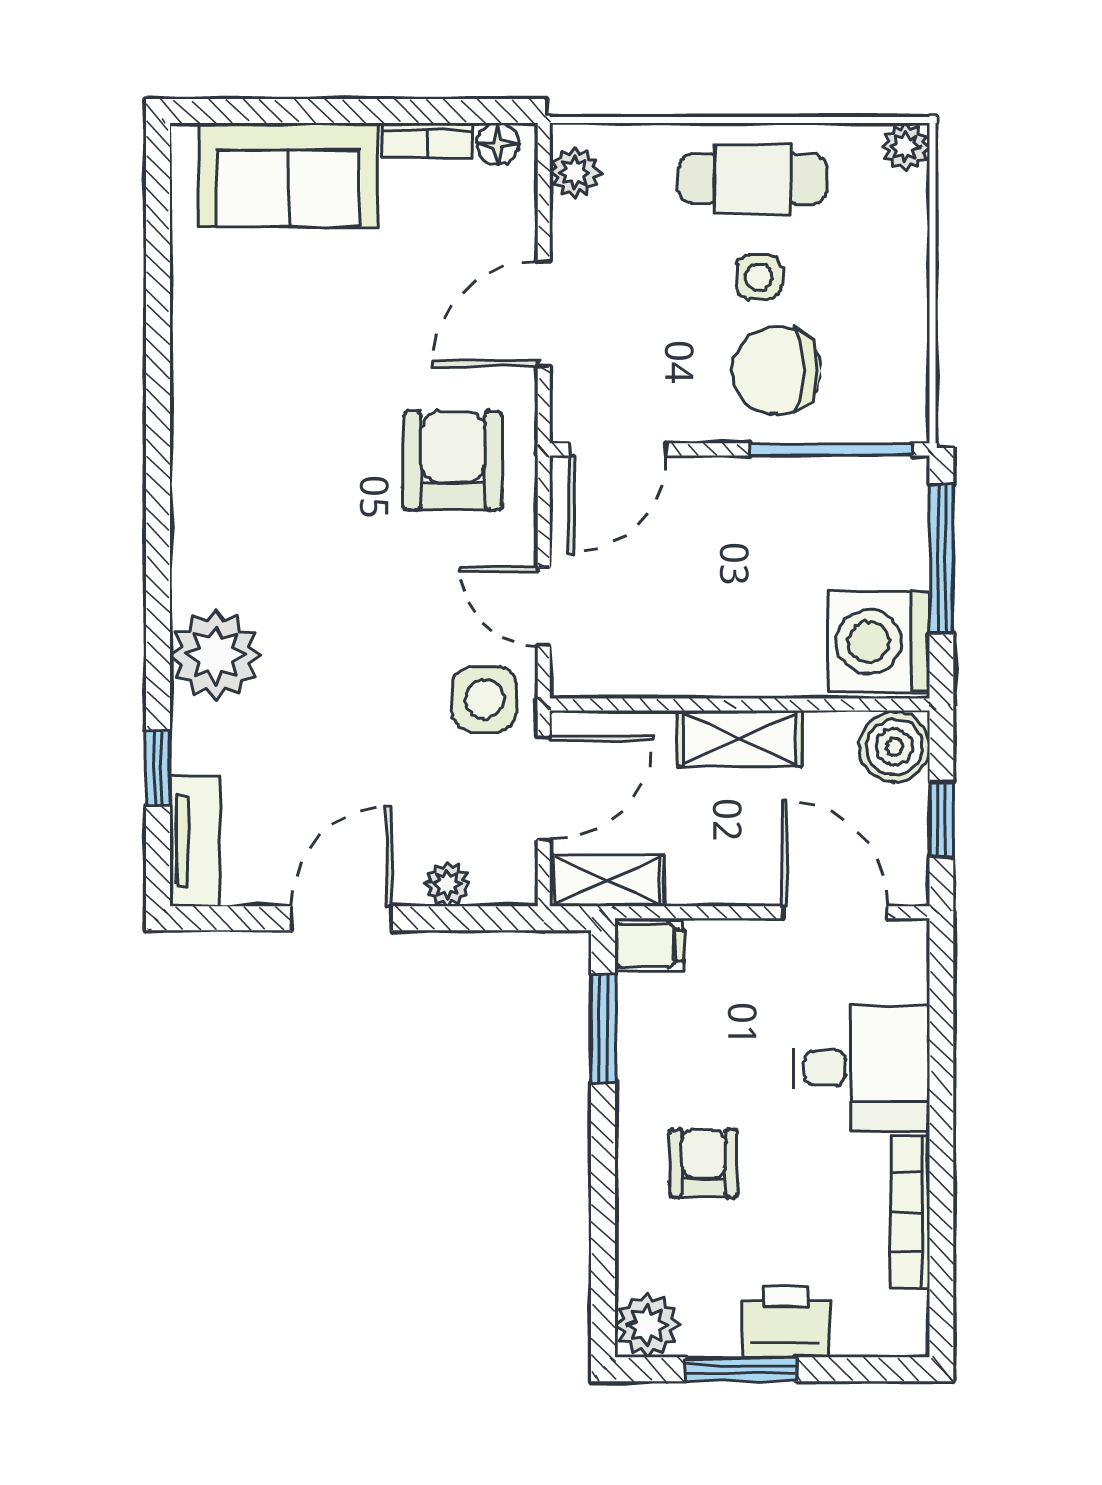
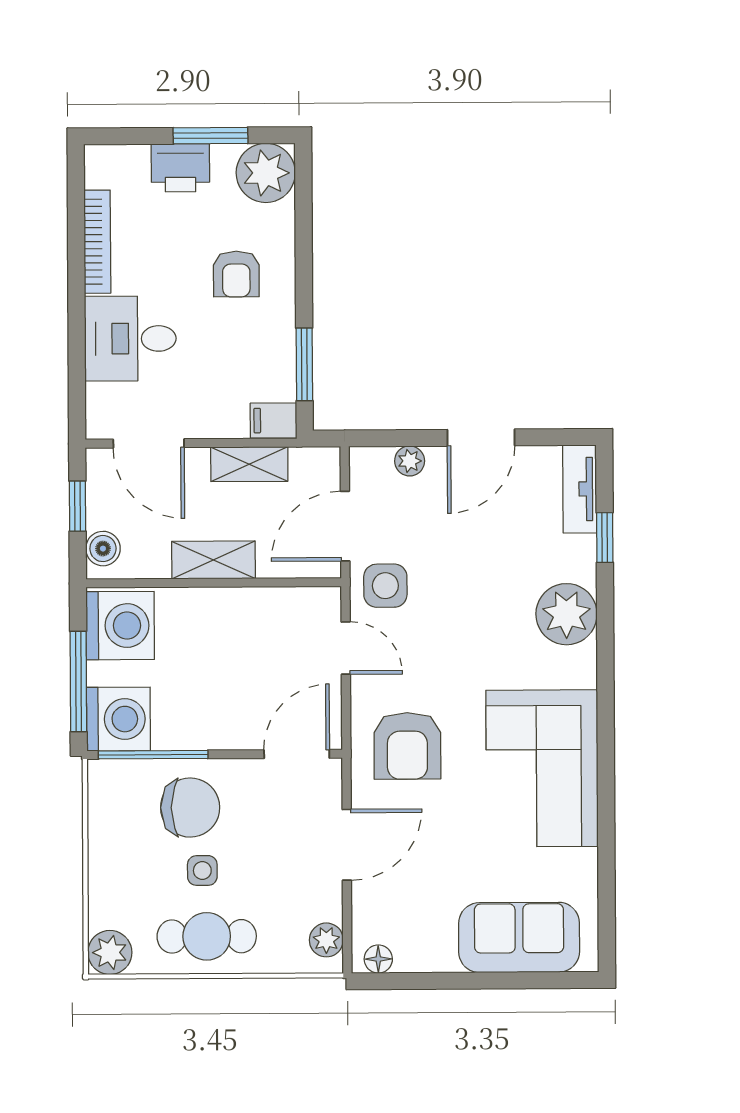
bookcase: (428, 141) -> (426, 961), removed
plant: (906, 147) -> (110, 952), width x1.38, depth x1.38
corner sofa: (253, 426) -> (542, 768), added
washing machine: (882, 503) -> (118, 719), added
boiler: (895, 747) -> (103, 549), width x0.73, depth x0.73
shelving: (607, 881) -> (249, 464), moved
plant: (647, 1325) -> (266, 173), width x1.36, depth x1.36

